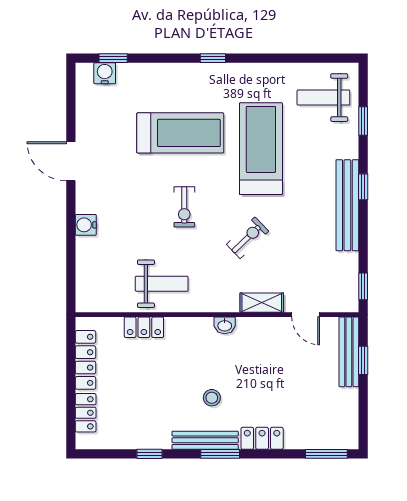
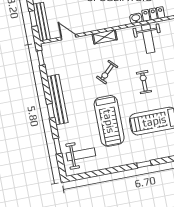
weight bench: (162, 284) -> (148, 39), turned -90
shelving: (262, 303) -> (105, 37), moved
washbasin: (225, 325) -> (136, 18), moved

